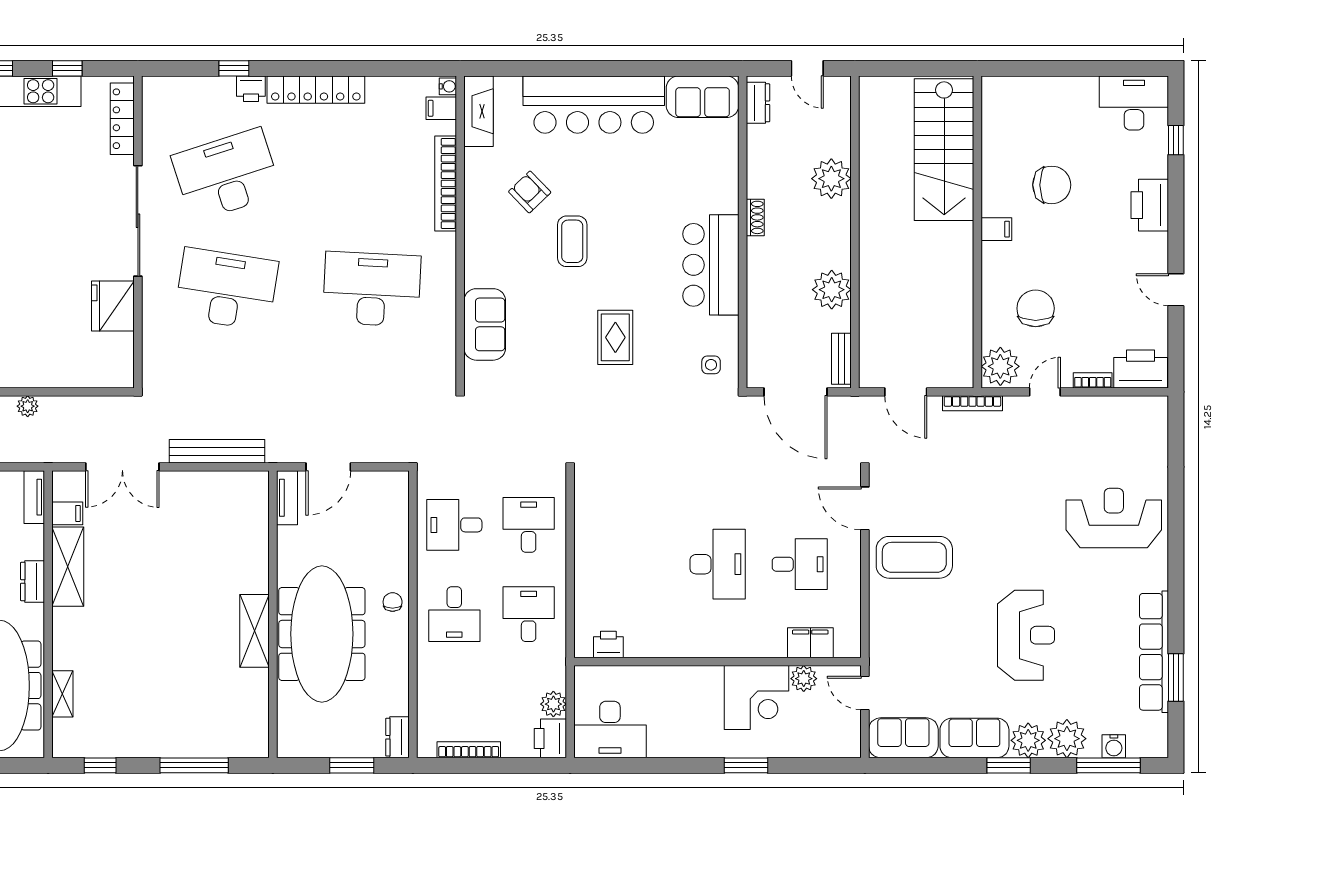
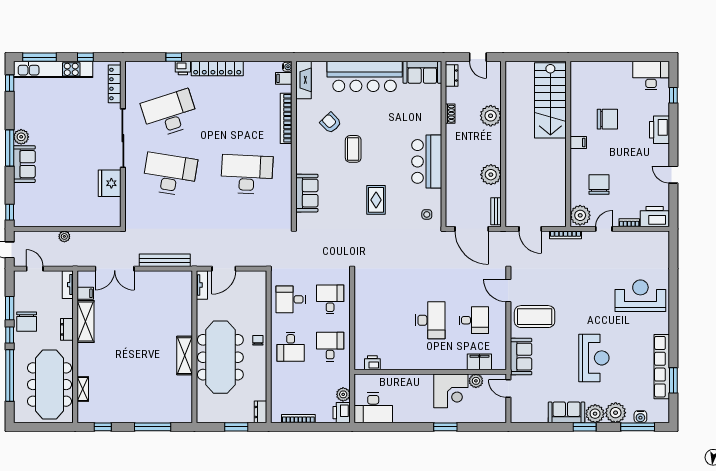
shoe rack: (755, 217) -> (450, 114), moved
sofa: (903, 738) -> (521, 357), moved, turned 90

